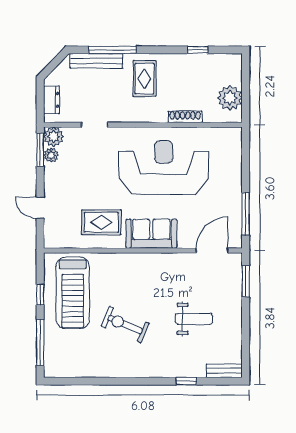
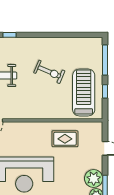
plant: (51, 155) -> (94, 179), width x1.88, depth x1.88
sofa: (151, 234) -> (32, 131), removed

